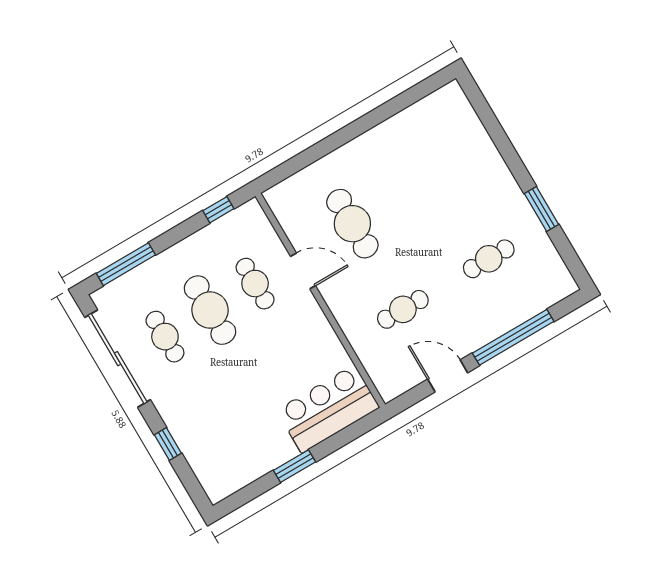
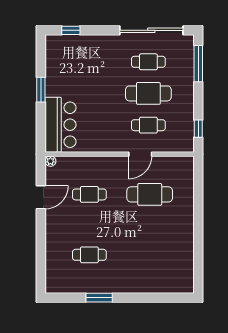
cafe table: (489, 259) -> (89, 255), turned 90
cafe table: (403, 309) -> (89, 194), turned 90
window: (513, 337) -> (41, 243), removed
plant: (388, 393) -> (50, 161), added
window: (168, 444) -> (71, 30), moved

